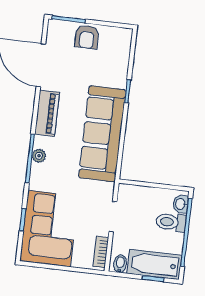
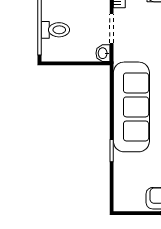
washbasin: (181, 204) -> (103, 53), moved, turned 180

